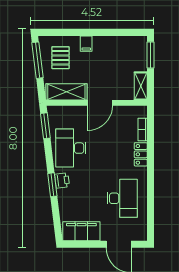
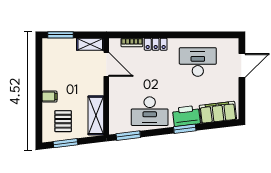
pallet: (60, 58) -> (63, 121), turned 90
window: (38, 60) -> (65, 143), width x0.69
door: (100, 103) -> (106, 64), moved
printer: (62, 180) -> (186, 116), width x1.87, depth x1.48
filing cabinet: (81, 231) -> (218, 112), moved, turned 83

